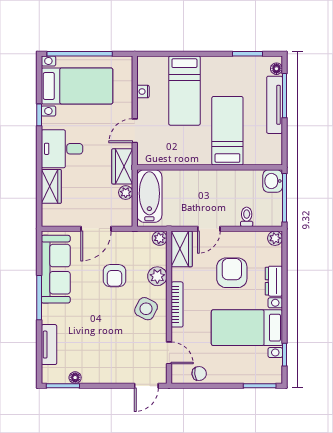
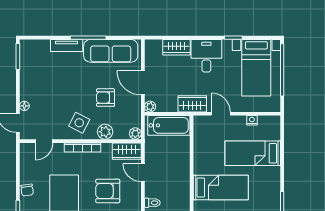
plant: (126, 193) -> (150, 107), moved
armchair: (232, 273) -> (108, 191), turned 180
tv unit: (49, 345) -> (67, 45), moved
chair: (199, 373) -> (27, 190), moved
floor lamp: (75, 378) -> (24, 106), moved

